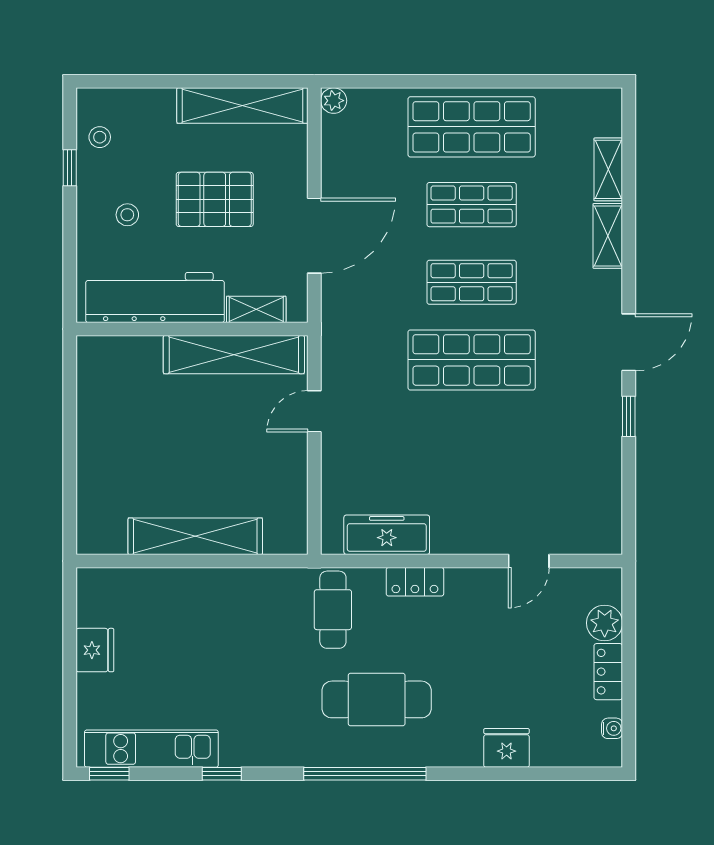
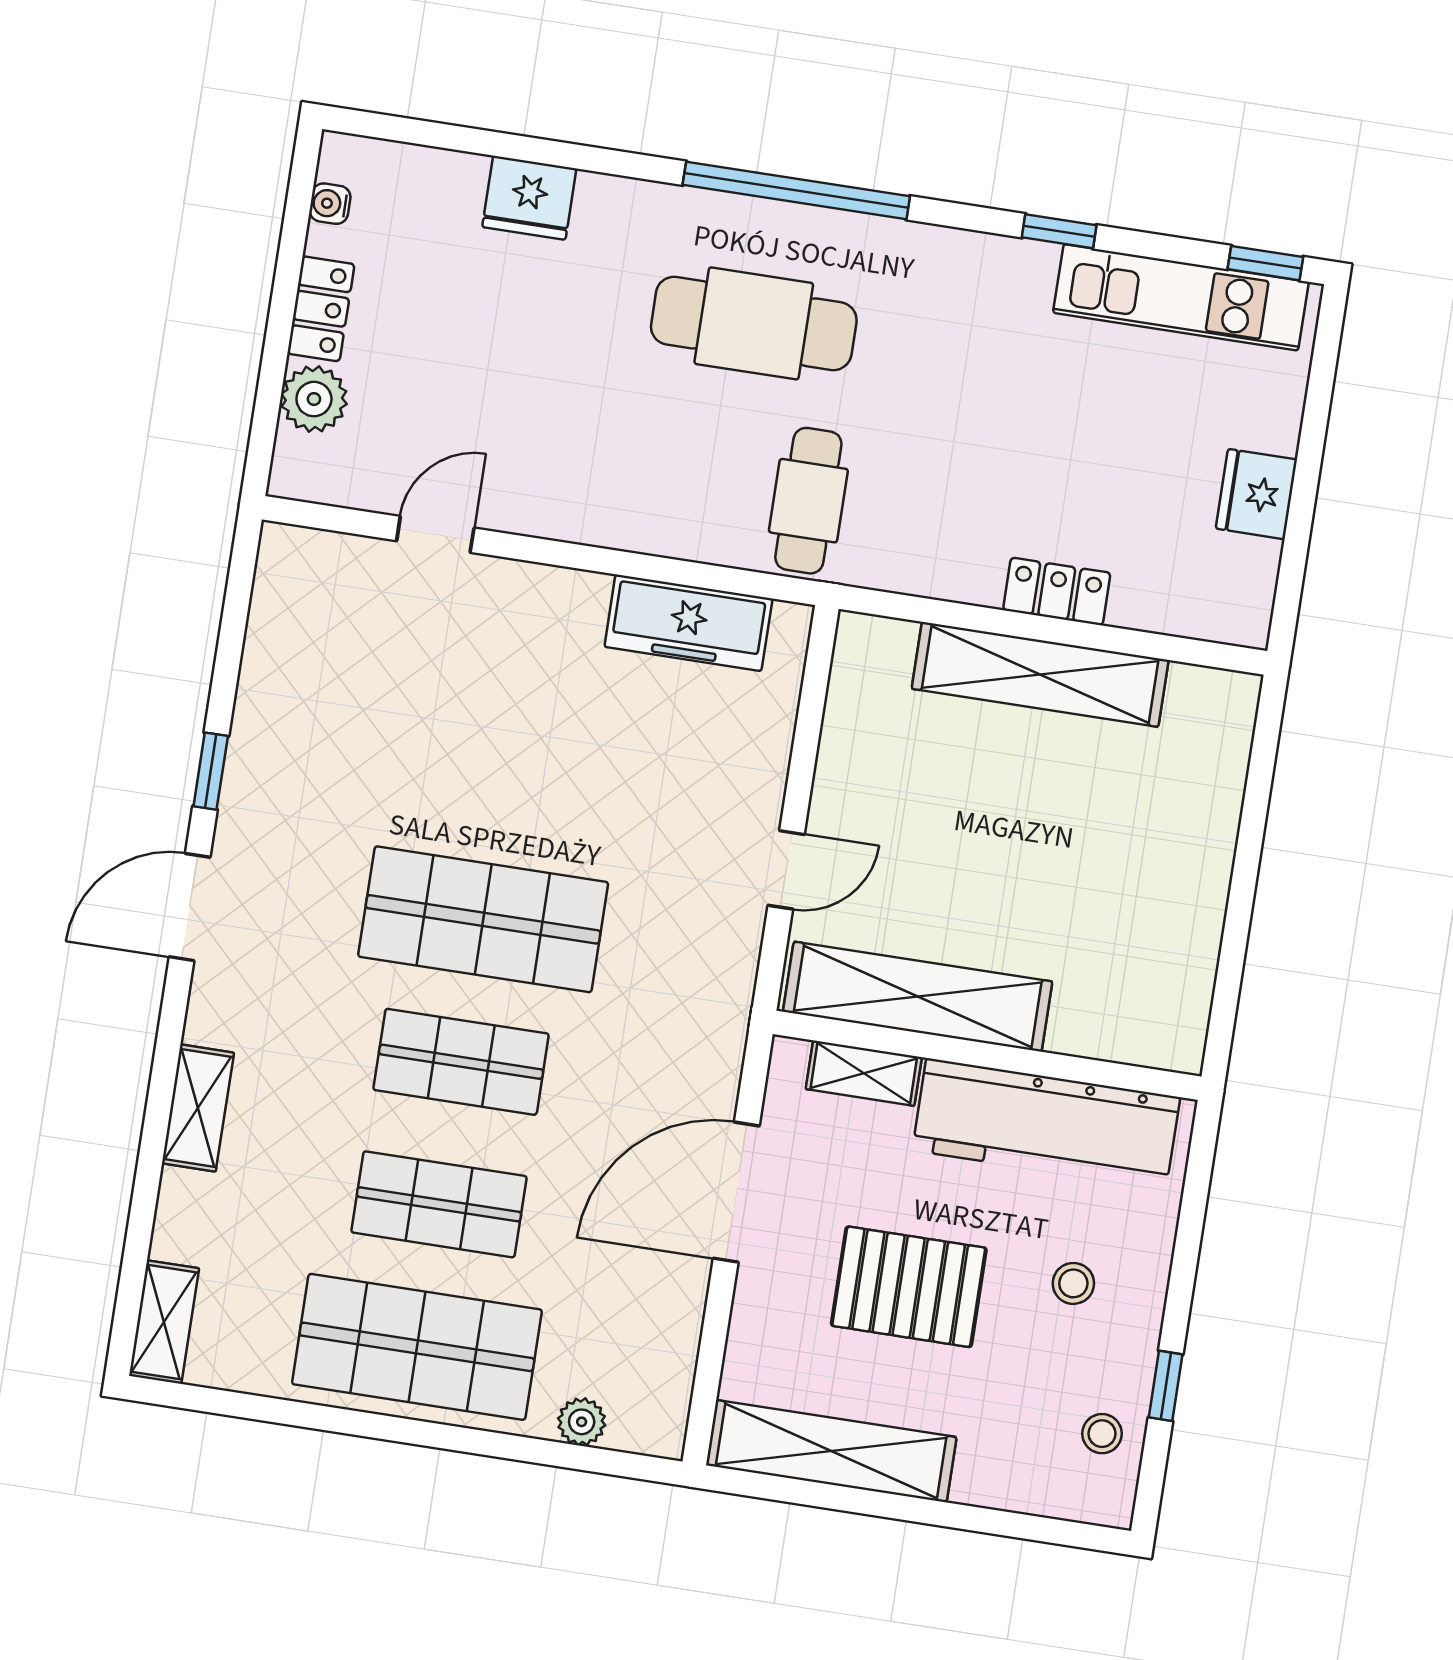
plant: (334, 101) -> (582, 1422), moved
shelving: (608, 169) -> (164, 1322), moved
locker: (415, 582) -> (1057, 591), moved

